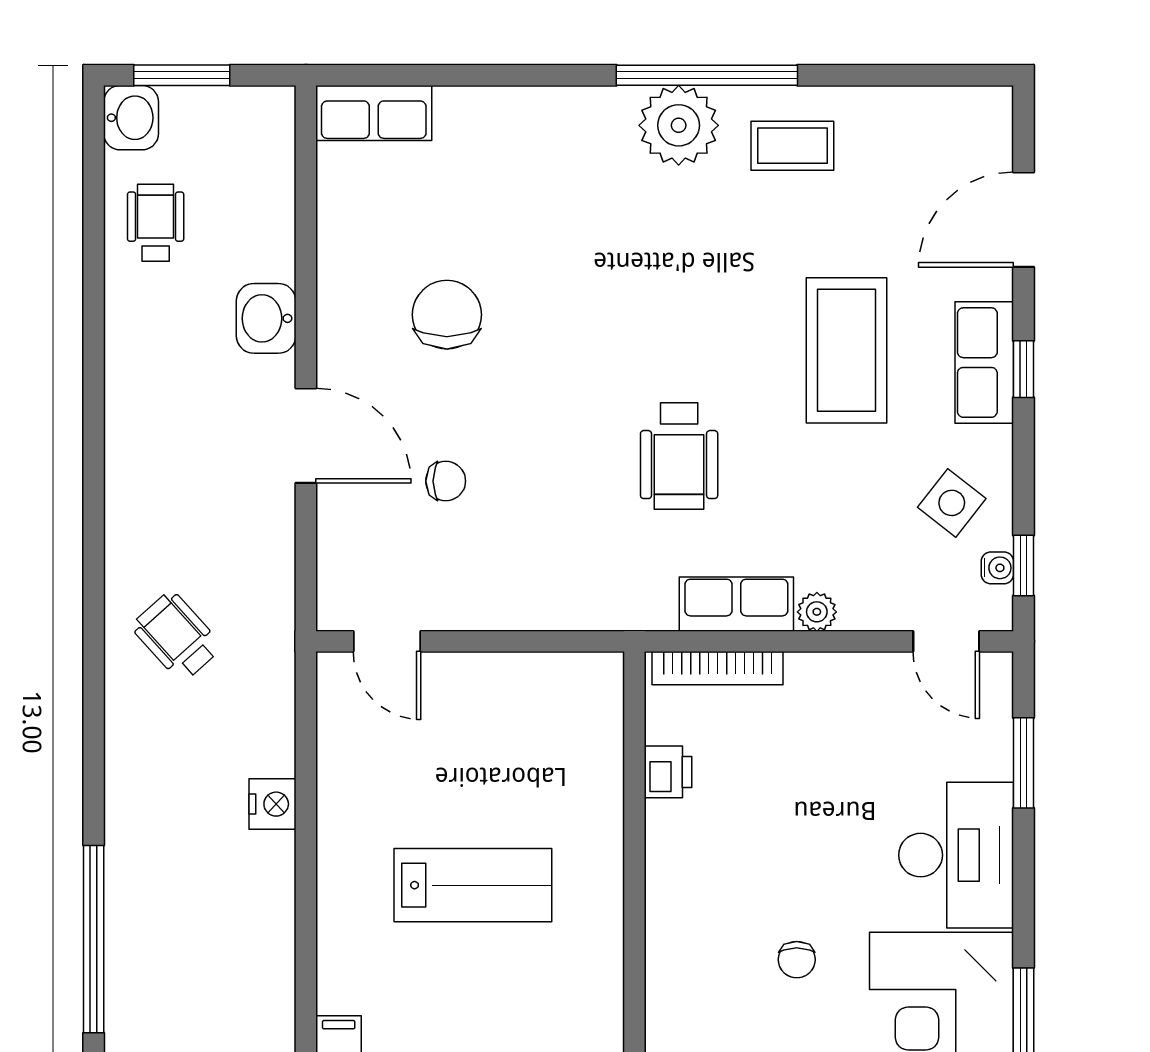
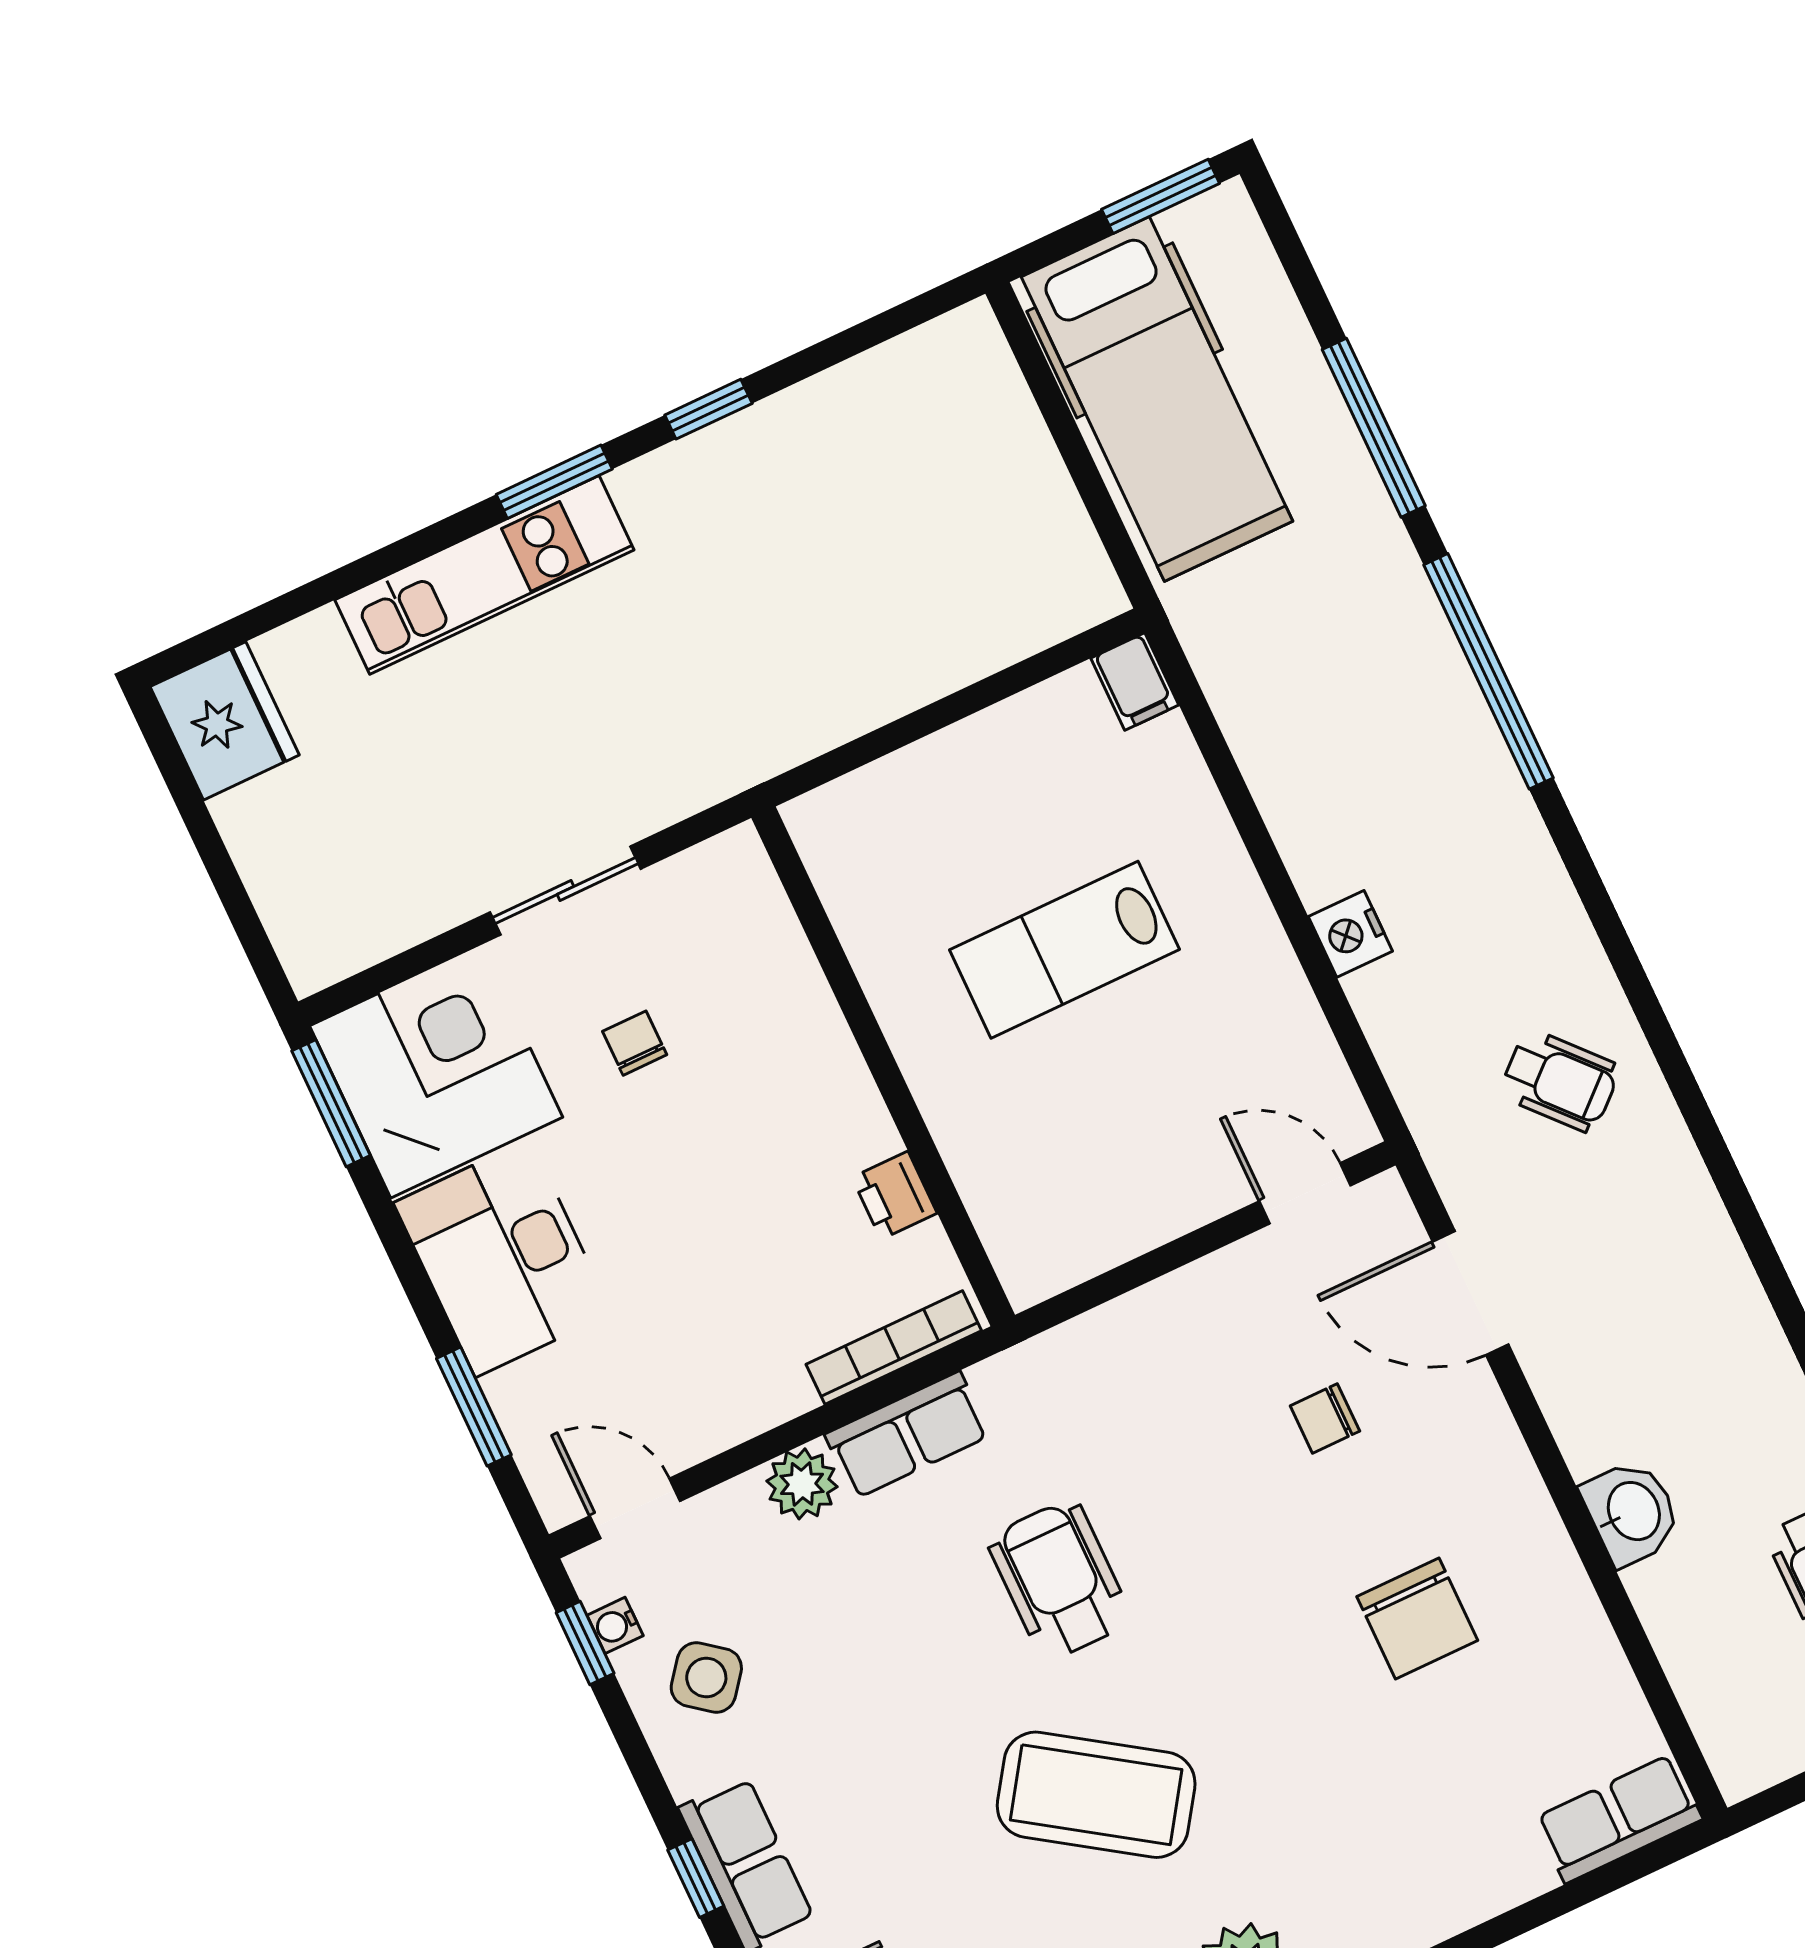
coffee table: (847, 350) -> (1096, 1795), moved, turned -56
door: (306, 436) -> (1470, 1293), moved
plant: (817, 612) -> (802, 1484), width x1.38, depth x1.38

